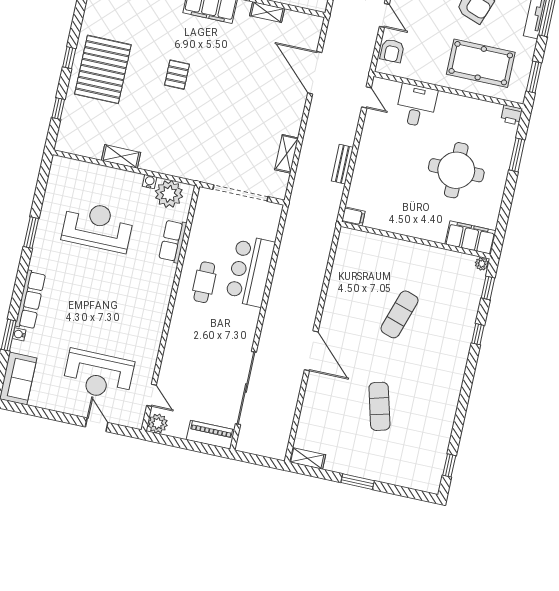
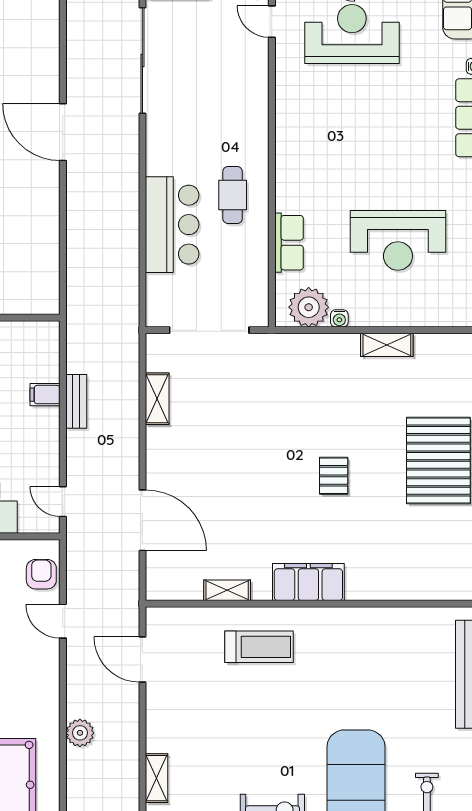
filing cabinet: (353, 216) -> (45, 395), moved

